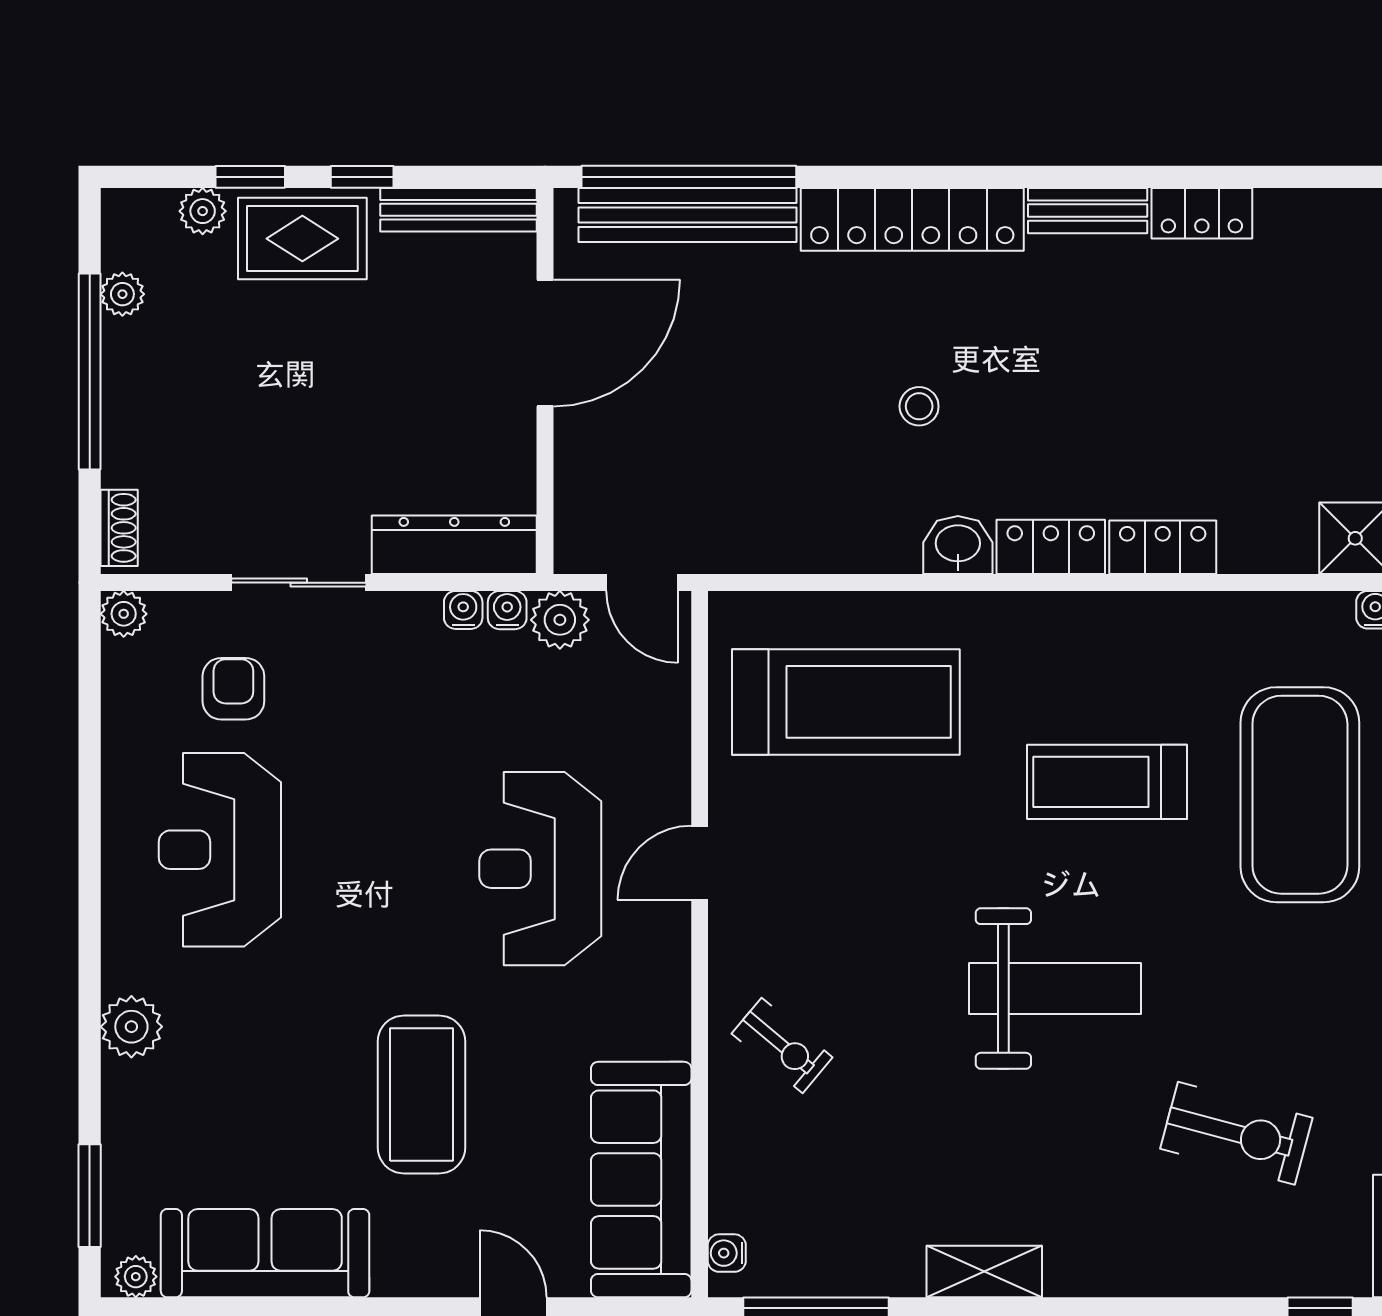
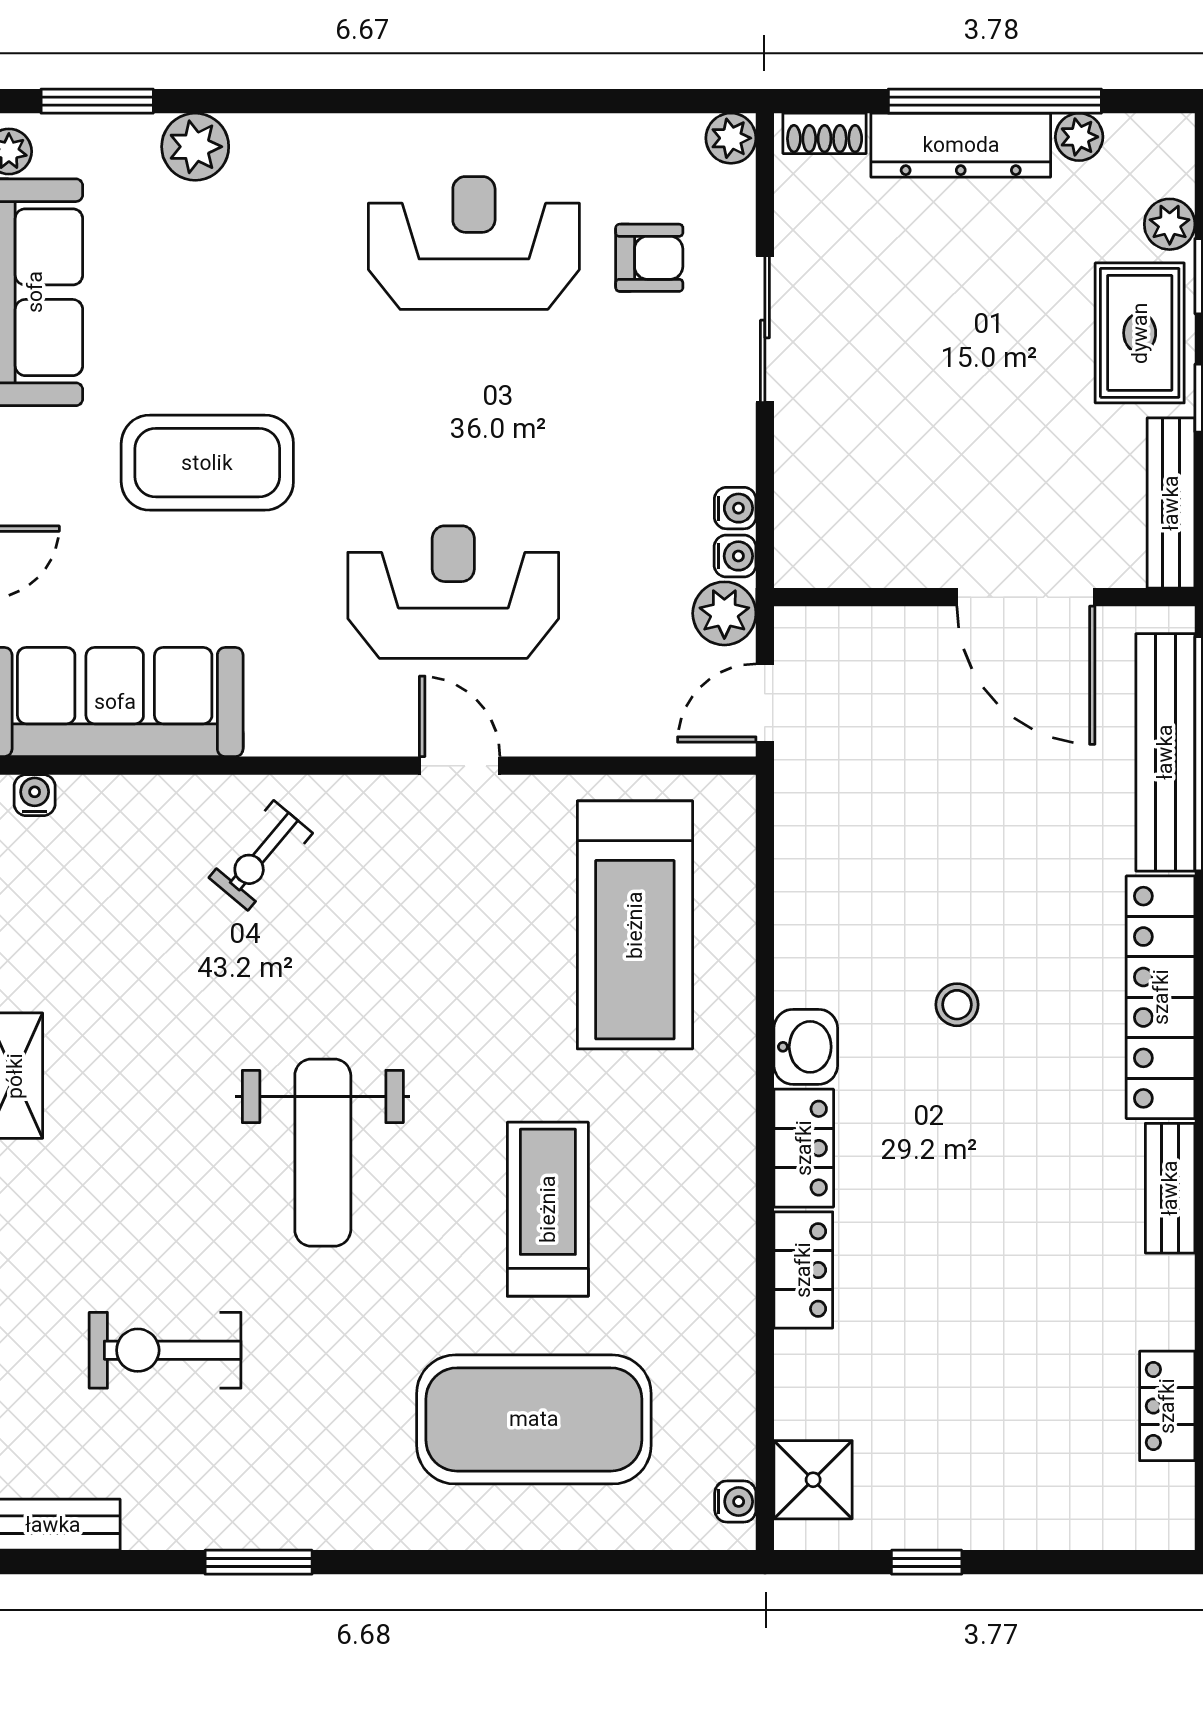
locker: (1202, 213) -> (1167, 1406), moved
dresser: (454, 545) -> (961, 145), moved, turned 90
plant: (131, 1027) -> (195, 147), moved
exercise bike: (1236, 1133) -> (165, 1350), turned 75

